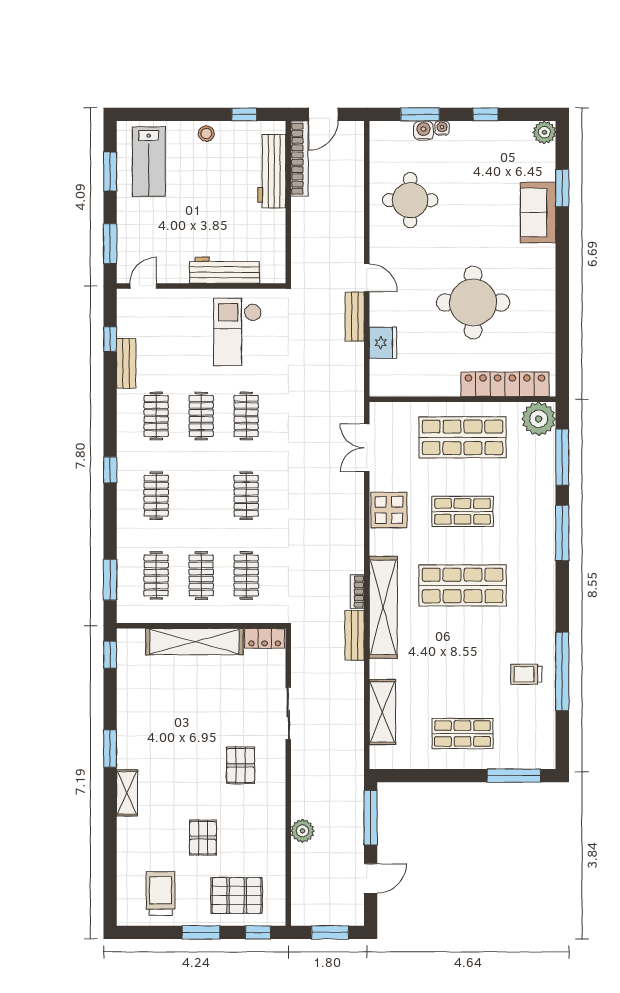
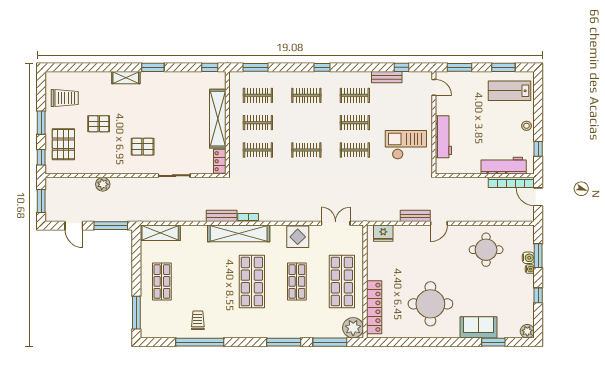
round table: (473, 303) -> (430, 304), moved
fridge: (383, 343) -> (383, 233), moved
shelving: (382, 712) -> (160, 233), moved

